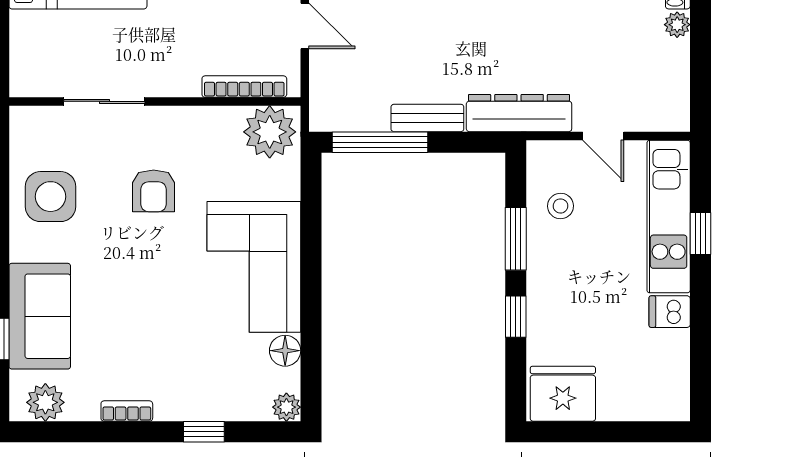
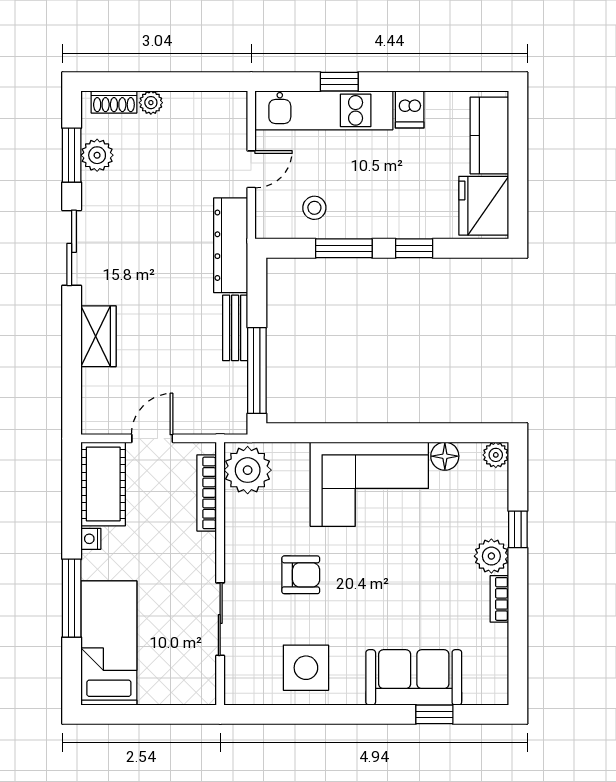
kitchen counter: (641, 400) -> (489, 135), added
plant: (45, 402) -> (491, 556), moved

